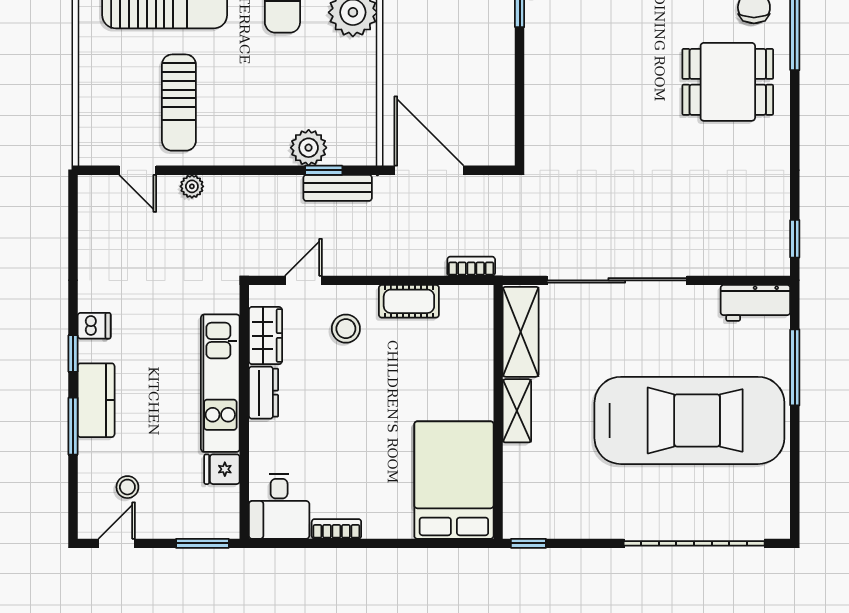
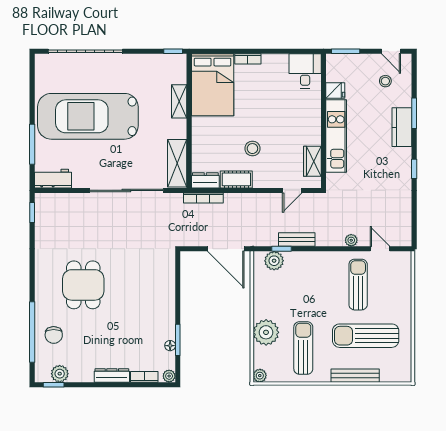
dining table: (728, 82) -> (83, 285), moved, turned 90
plant: (309, 148) -> (274, 261), moved
bench: (338, 188) -> (297, 239), moved
bookcase: (471, 266) -> (203, 198), width x1.56
dishwasher: (94, 326) -> (403, 166), removed
stool: (346, 329) -> (252, 149), moved
window: (73, 353) -> (414, 169), moved
dresser: (264, 393) -> (205, 180), moved, turned 90
shelving: (517, 411) -> (179, 101), moved
bookcase: (336, 529) -> (248, 59), moved
door: (117, 543) -> (391, 51), hinge flipped

